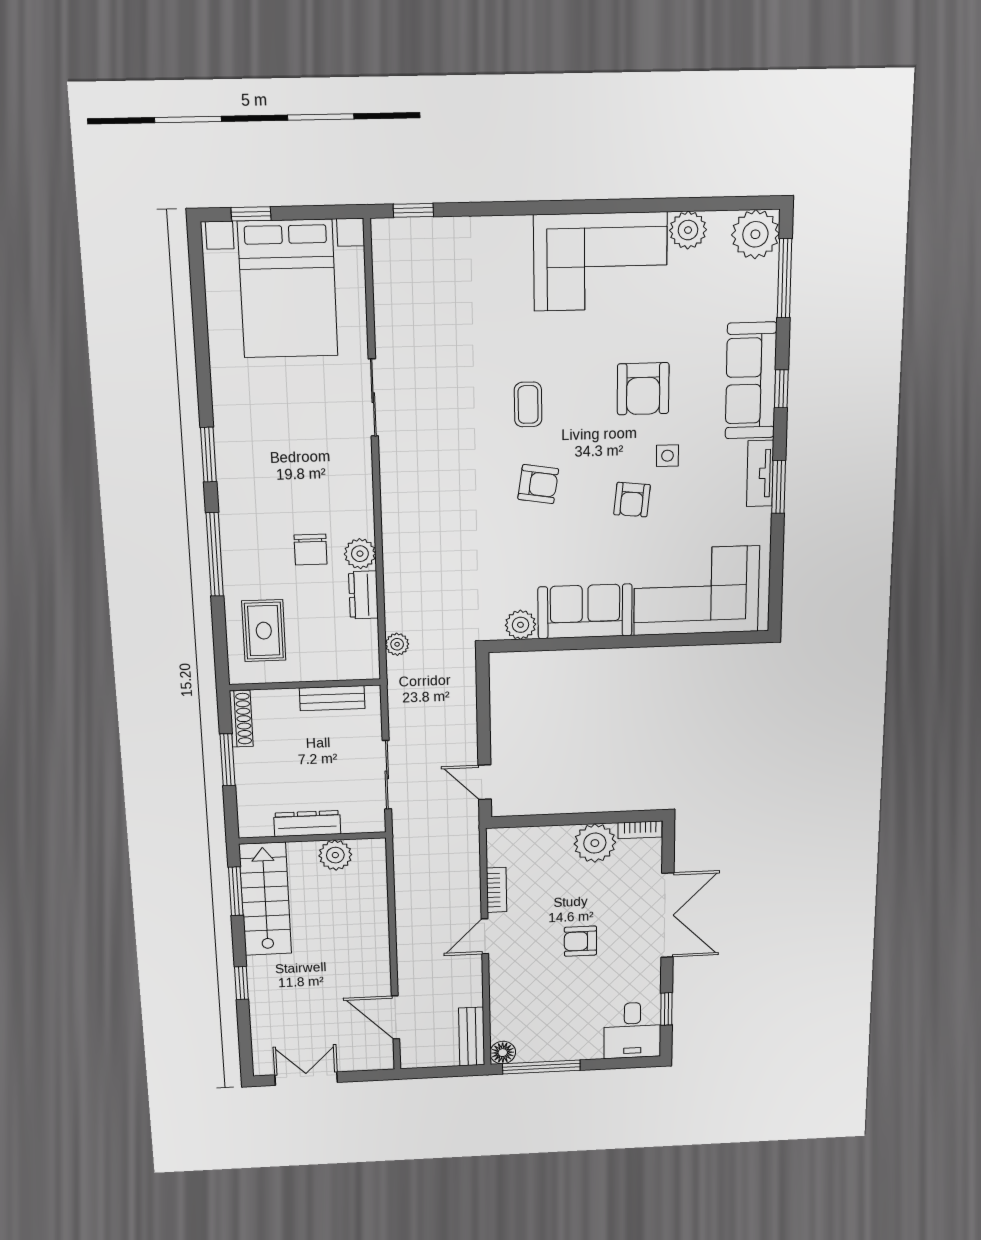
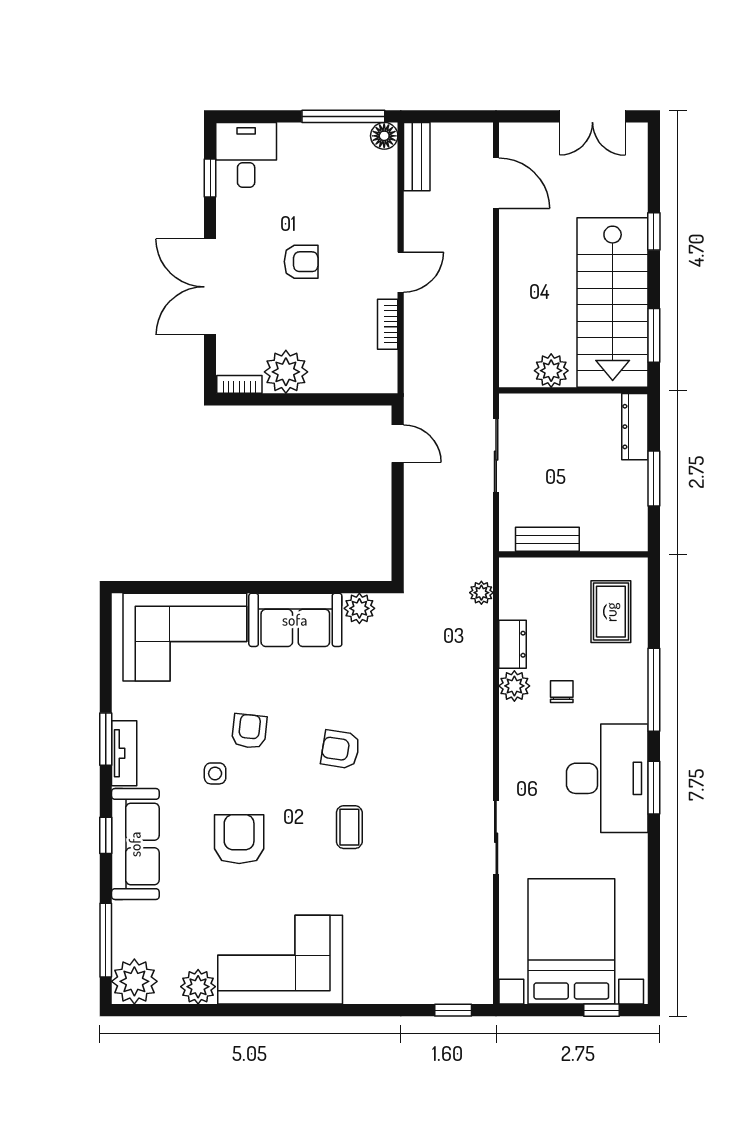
desk: (258, 463) -> (607, 778), added
chair: (311, 550) -> (562, 692), width x0.73, depth x0.73
shoe rack: (241, 719) -> (638, 521), removed
dresser: (307, 824) -> (635, 427), moved, turned 90
stairs: (265, 899) -> (613, 303), width x1.36, depth x1.51

